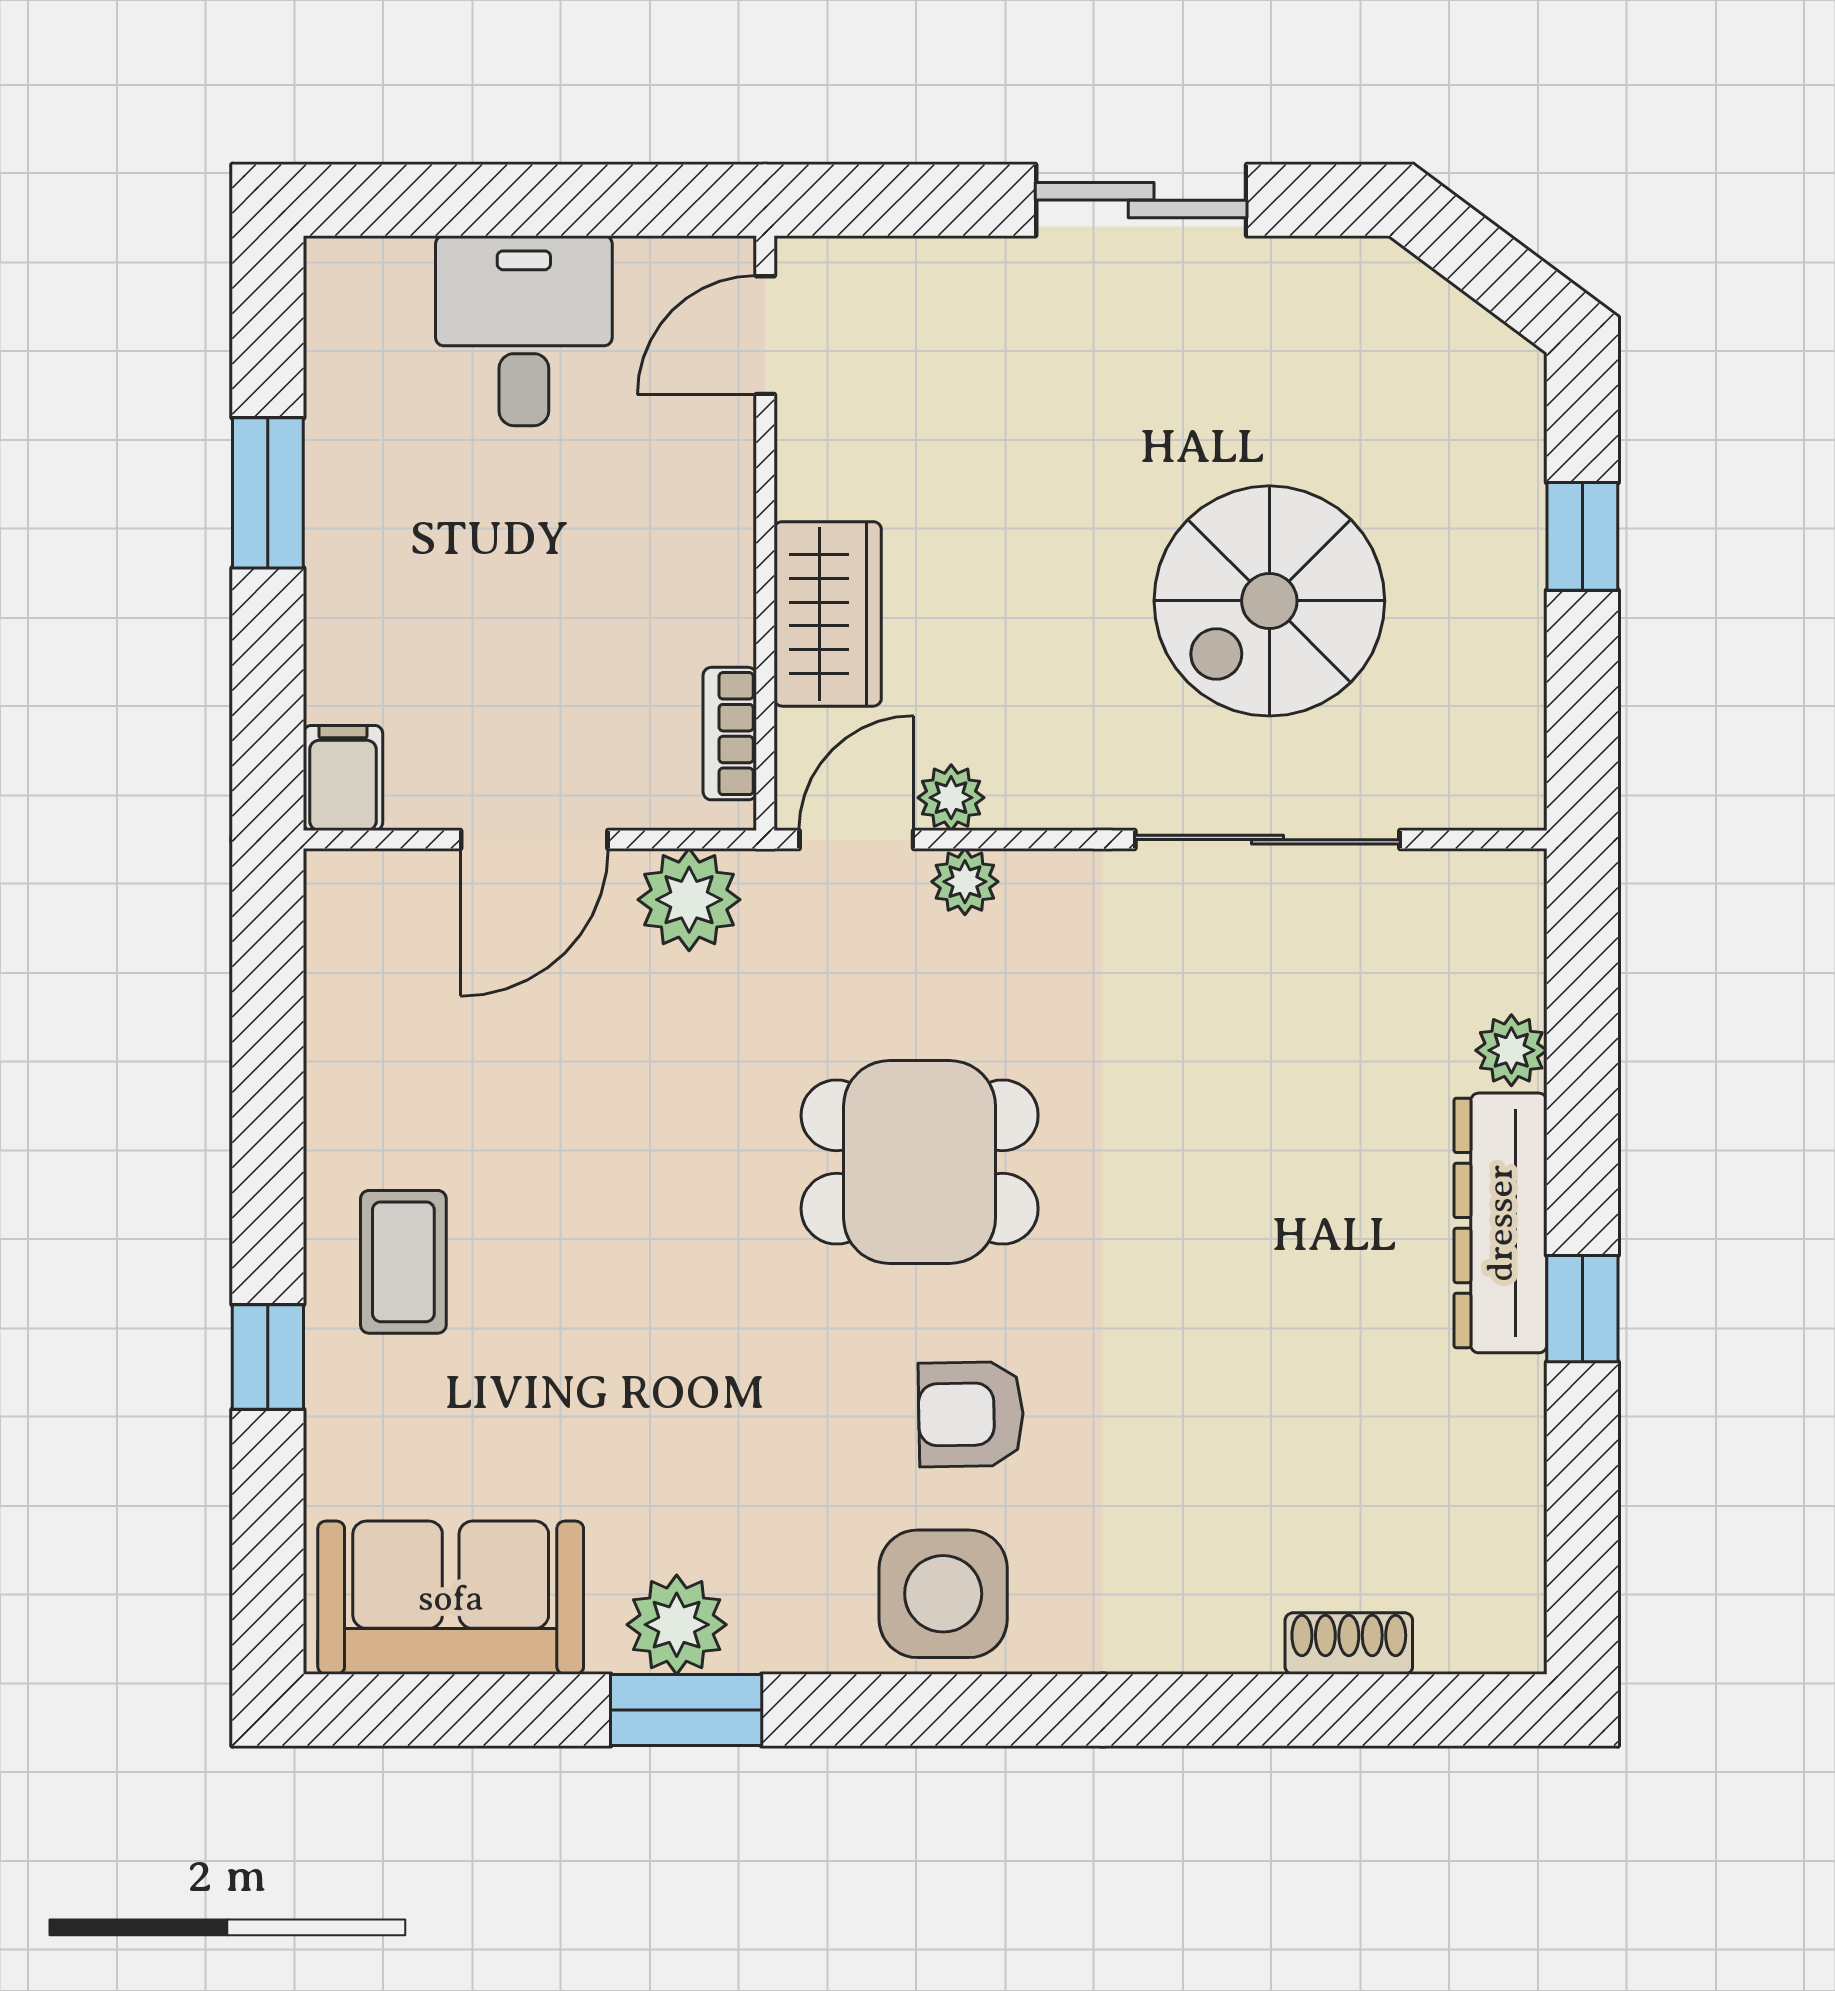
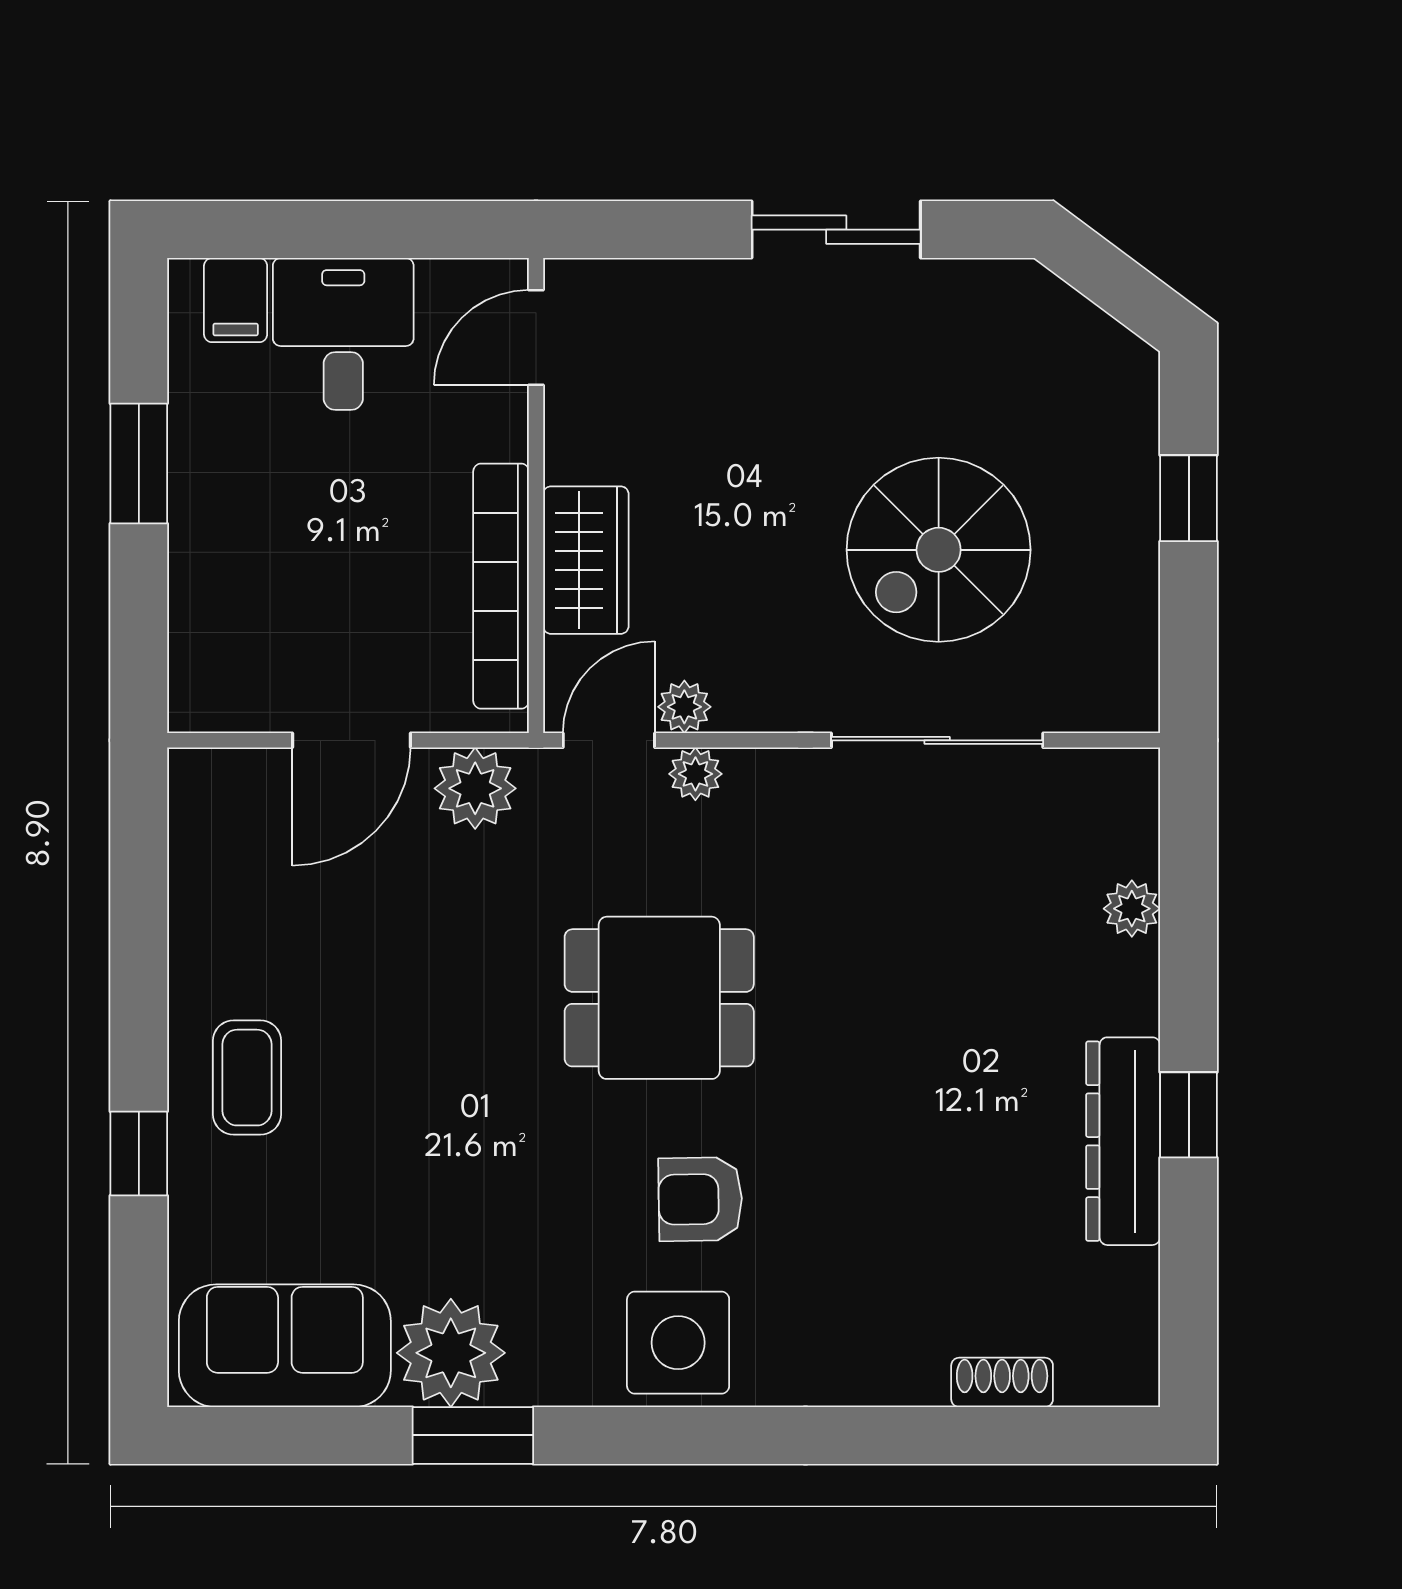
bookcase: (730, 734) -> (501, 586), width x2.31, depth x1.31
filing cabinet: (343, 778) -> (236, 300), moved, turned 180
dresser: (1500, 1223) -> (1123, 1141), moved
plant: (677, 1625) -> (451, 1353), width x1.36, depth x1.36

